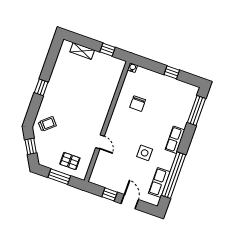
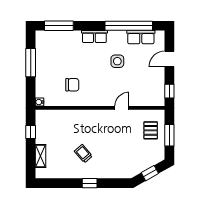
window: (172, 72) -> (31, 63), width x2.17
trolley: (47, 124) -> (83, 154), moved
window: (110, 194) -> (169, 91), moved

